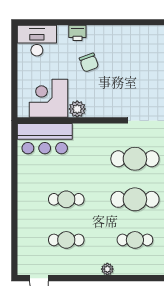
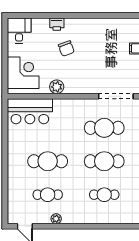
desk: (37, 41) -> (19, 30), width x0.73
corner desk: (48, 98) -> (23, 73), moved, turned 90
cafe table: (66, 199) -> (48, 161), width x1.37, depth x1.35
plant: (107, 269) -> (56, 219), moved

